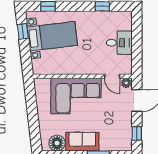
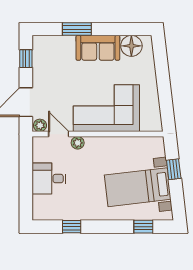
window: (23, 31) -> (174, 169), moved
plant: (98, 70) -> (78, 143), added

